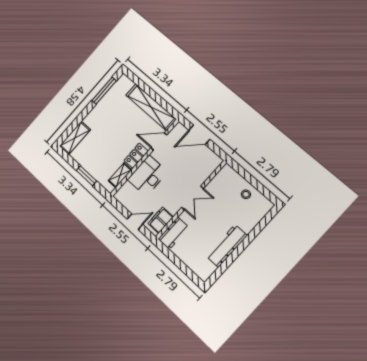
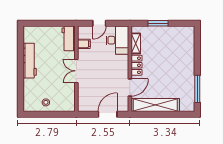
shelving: (75, 138) -> (189, 41), removed
desk: (148, 176) -> (117, 40), moved
filing cabinet: (161, 220) -> (84, 44), width x0.50

